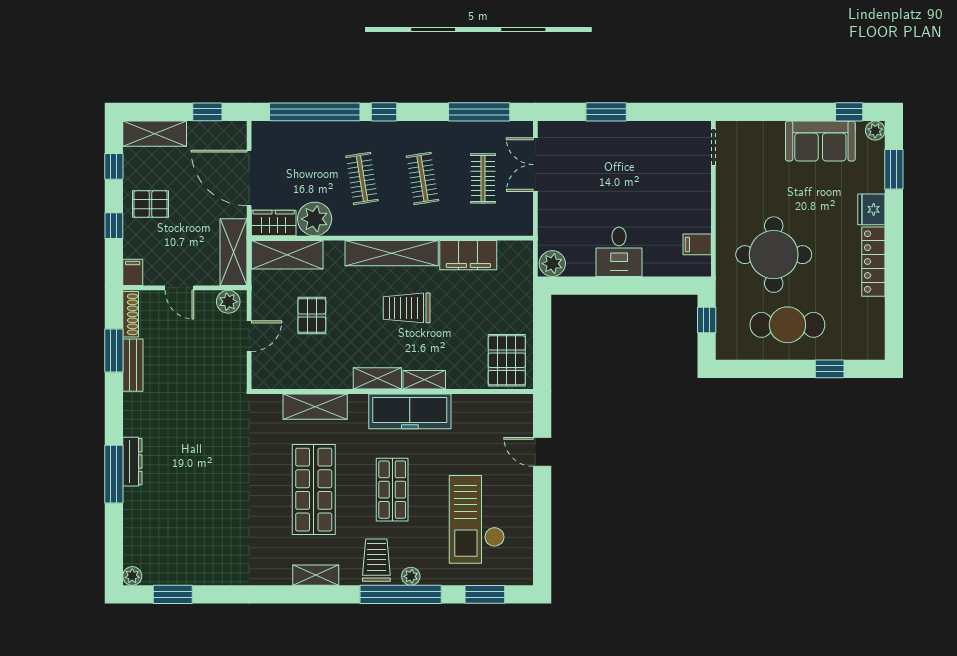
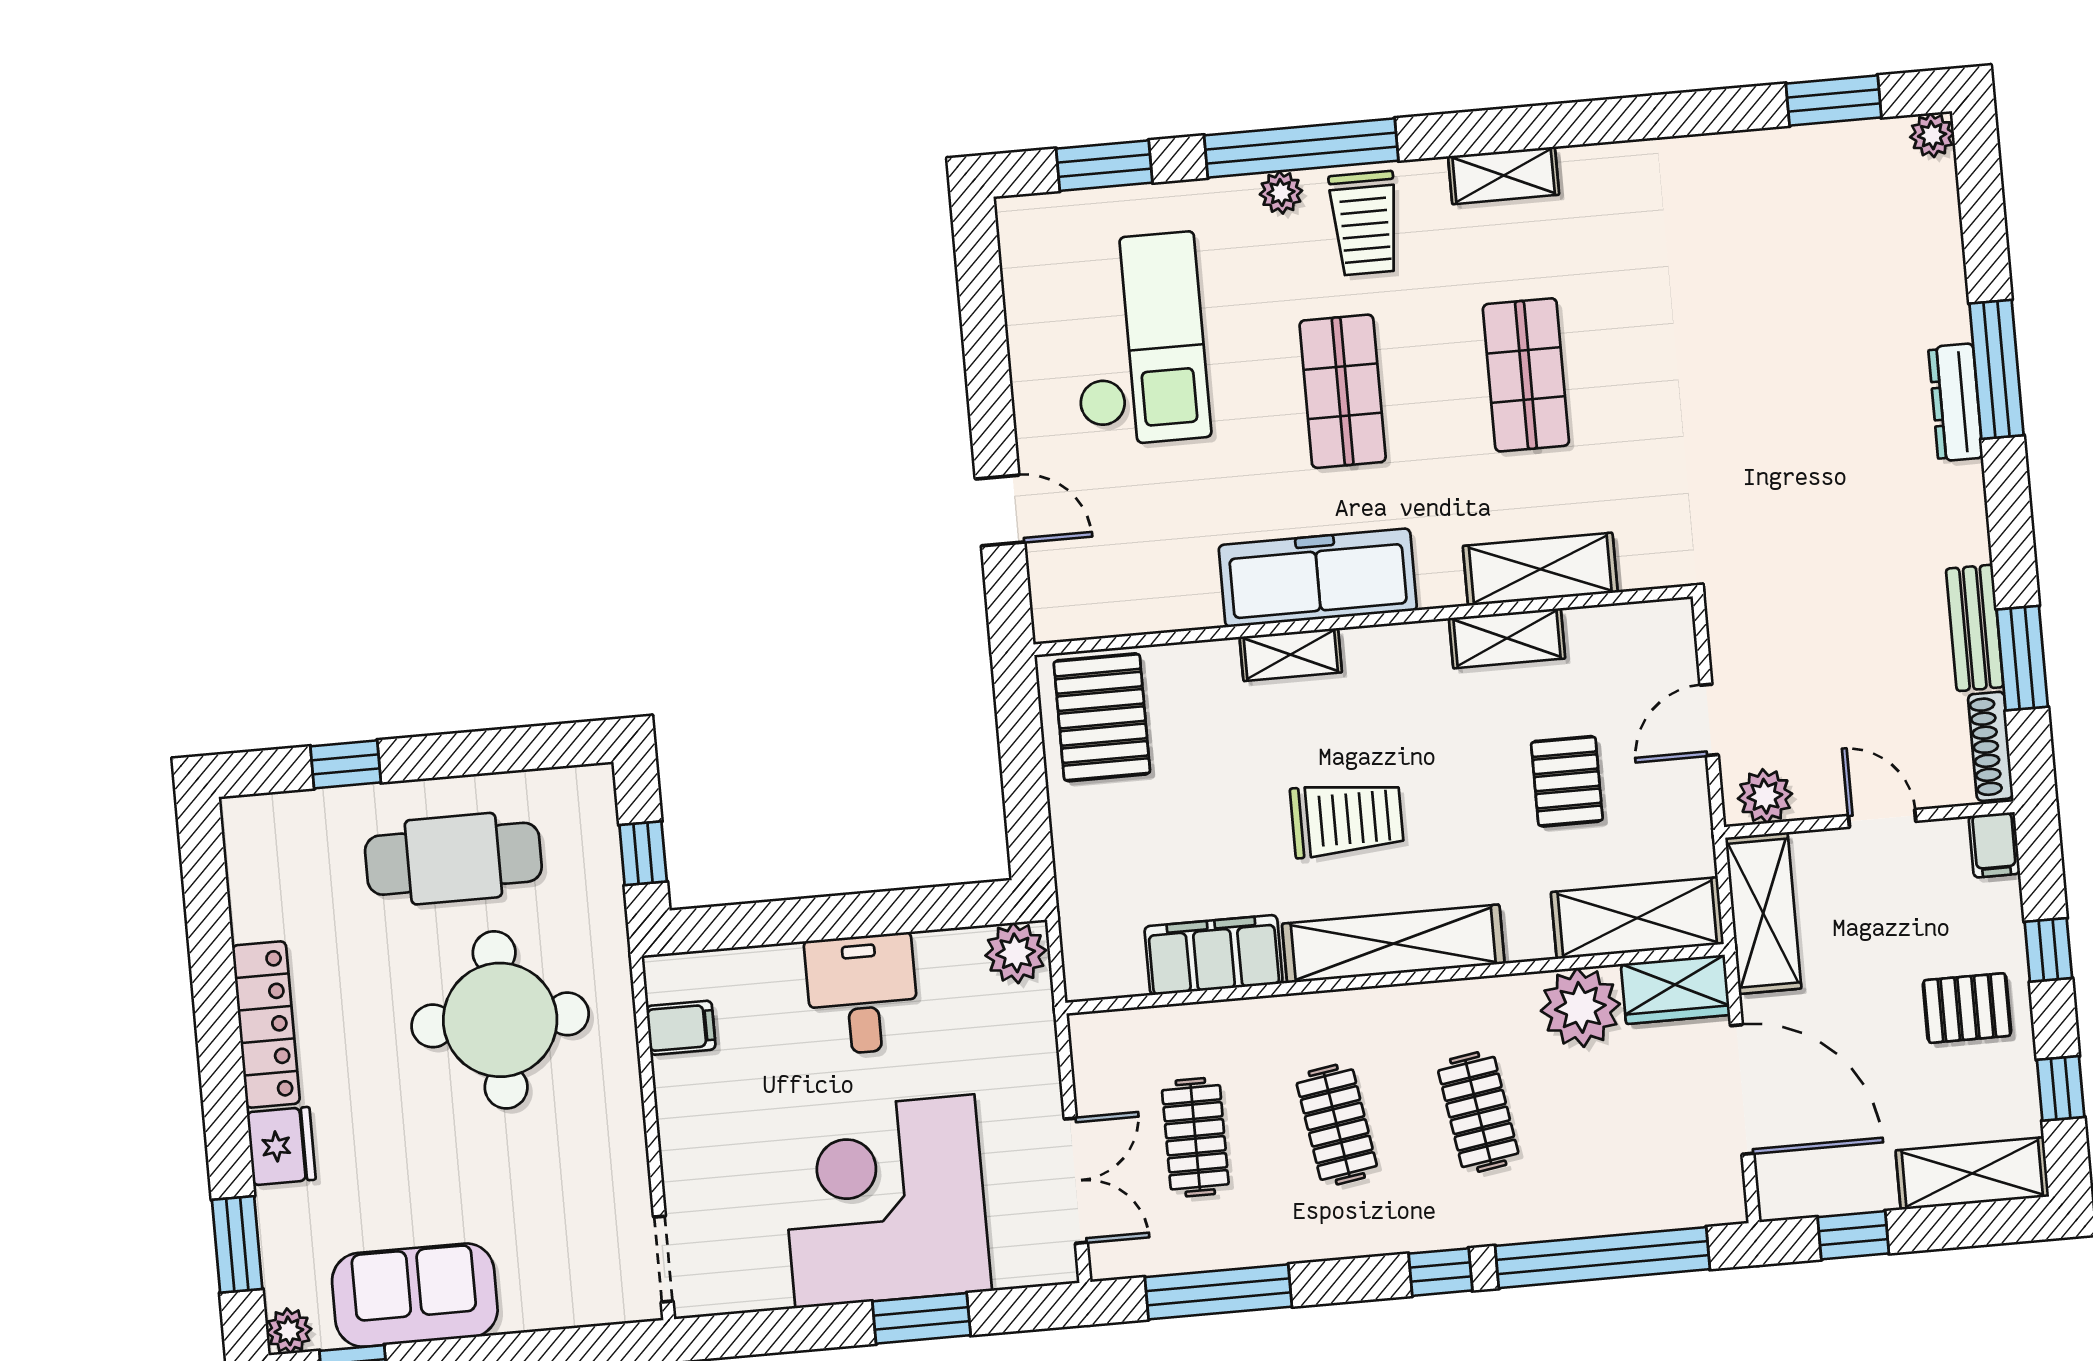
corner desk: (617, 163) -> (885, 1201), added
shelving: (377, 378) -> (1507, 638), moved
shop shelf: (314, 490) -> (1526, 375), width x0.70, depth x0.74

